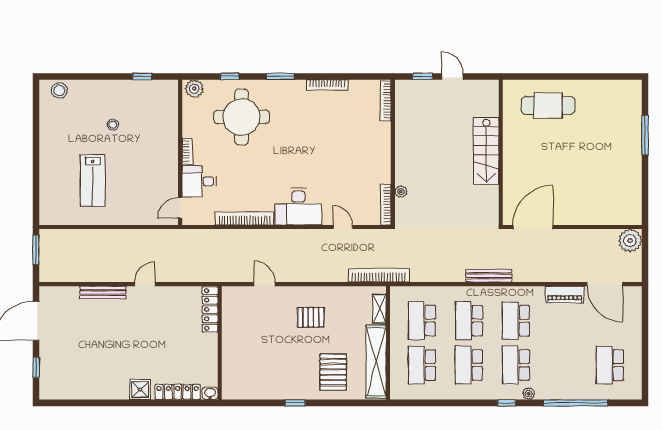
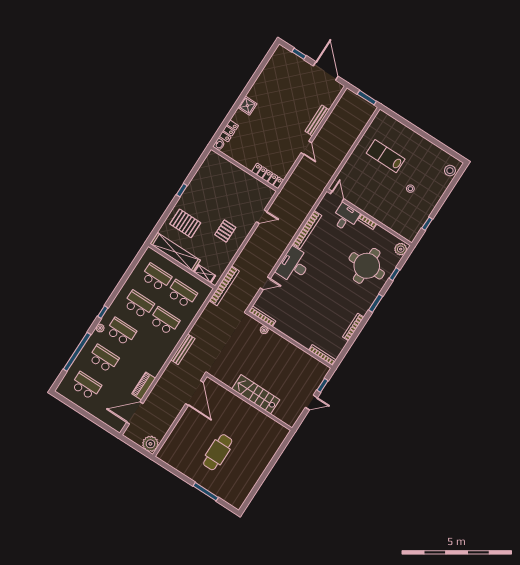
cafe table: (548, 105) -> (218, 452), moved
school desk: (516, 321) -> (104, 359), moved
locker: (178, 392) -> (229, 131), width x0.66

